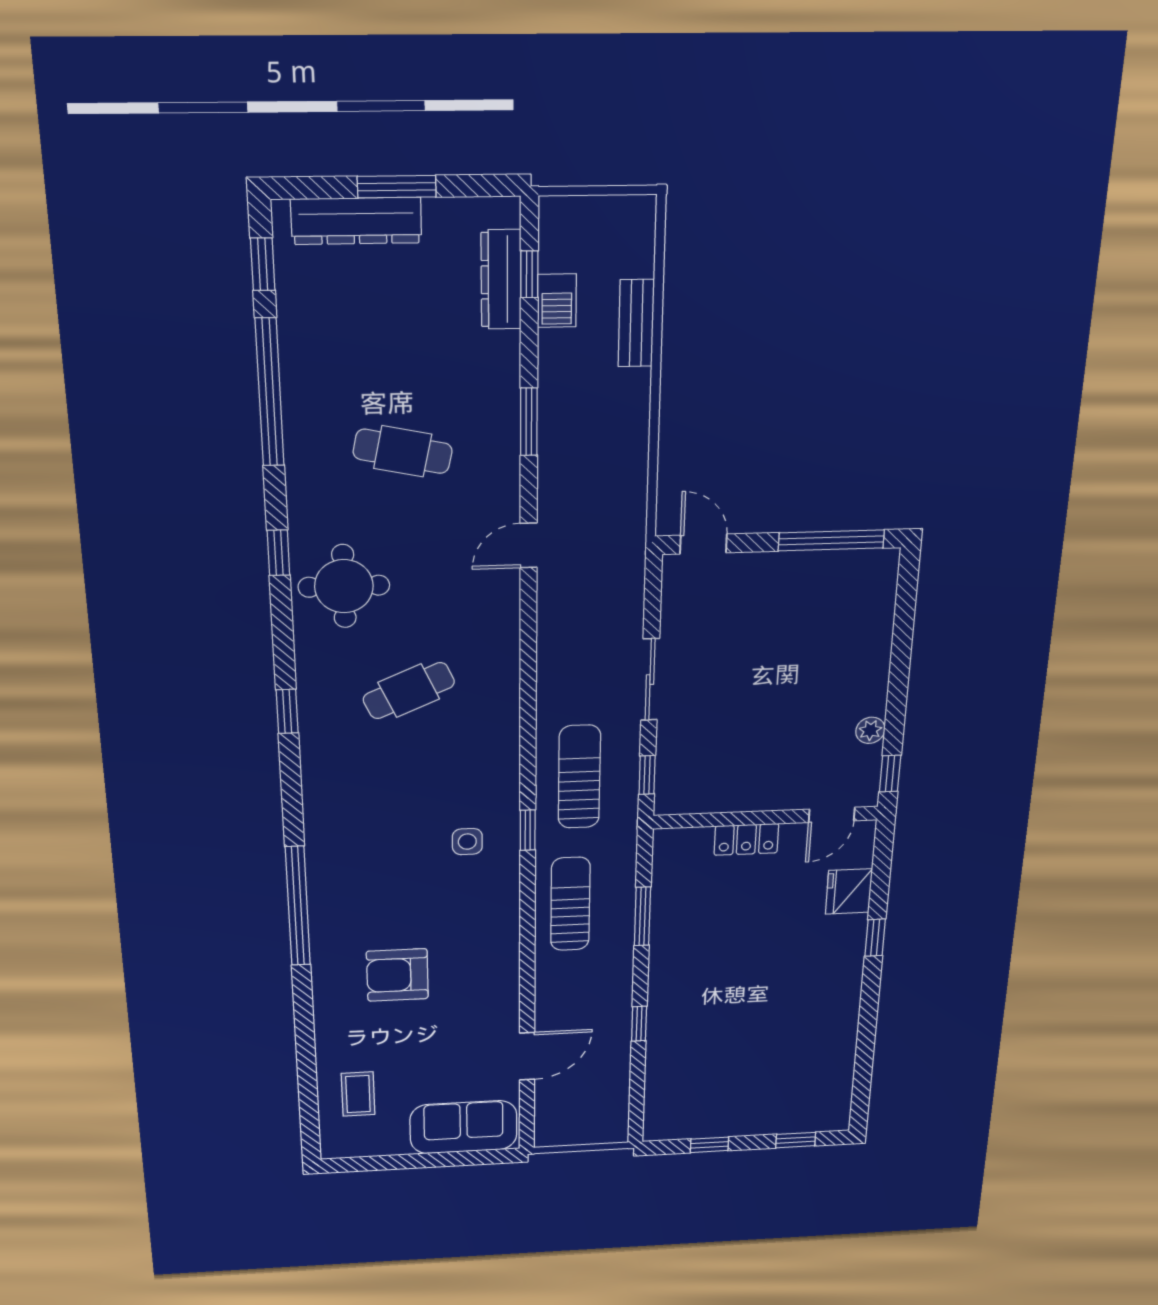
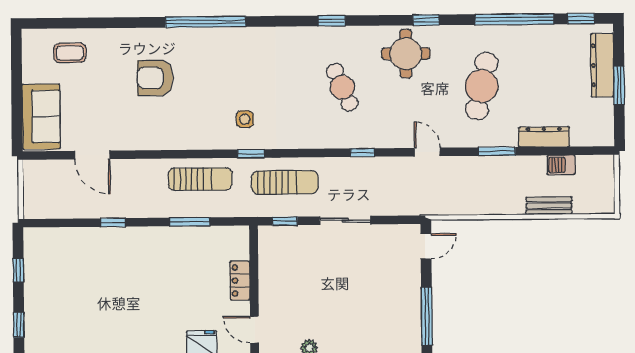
window: (529, 274) -> (363, 153), moved
dresser: (501, 280) -> (544, 137), moved
cafe table: (403, 451) -> (482, 86), width x1.37, depth x1.35
armchair: (397, 975) -> (155, 78), turned -90

